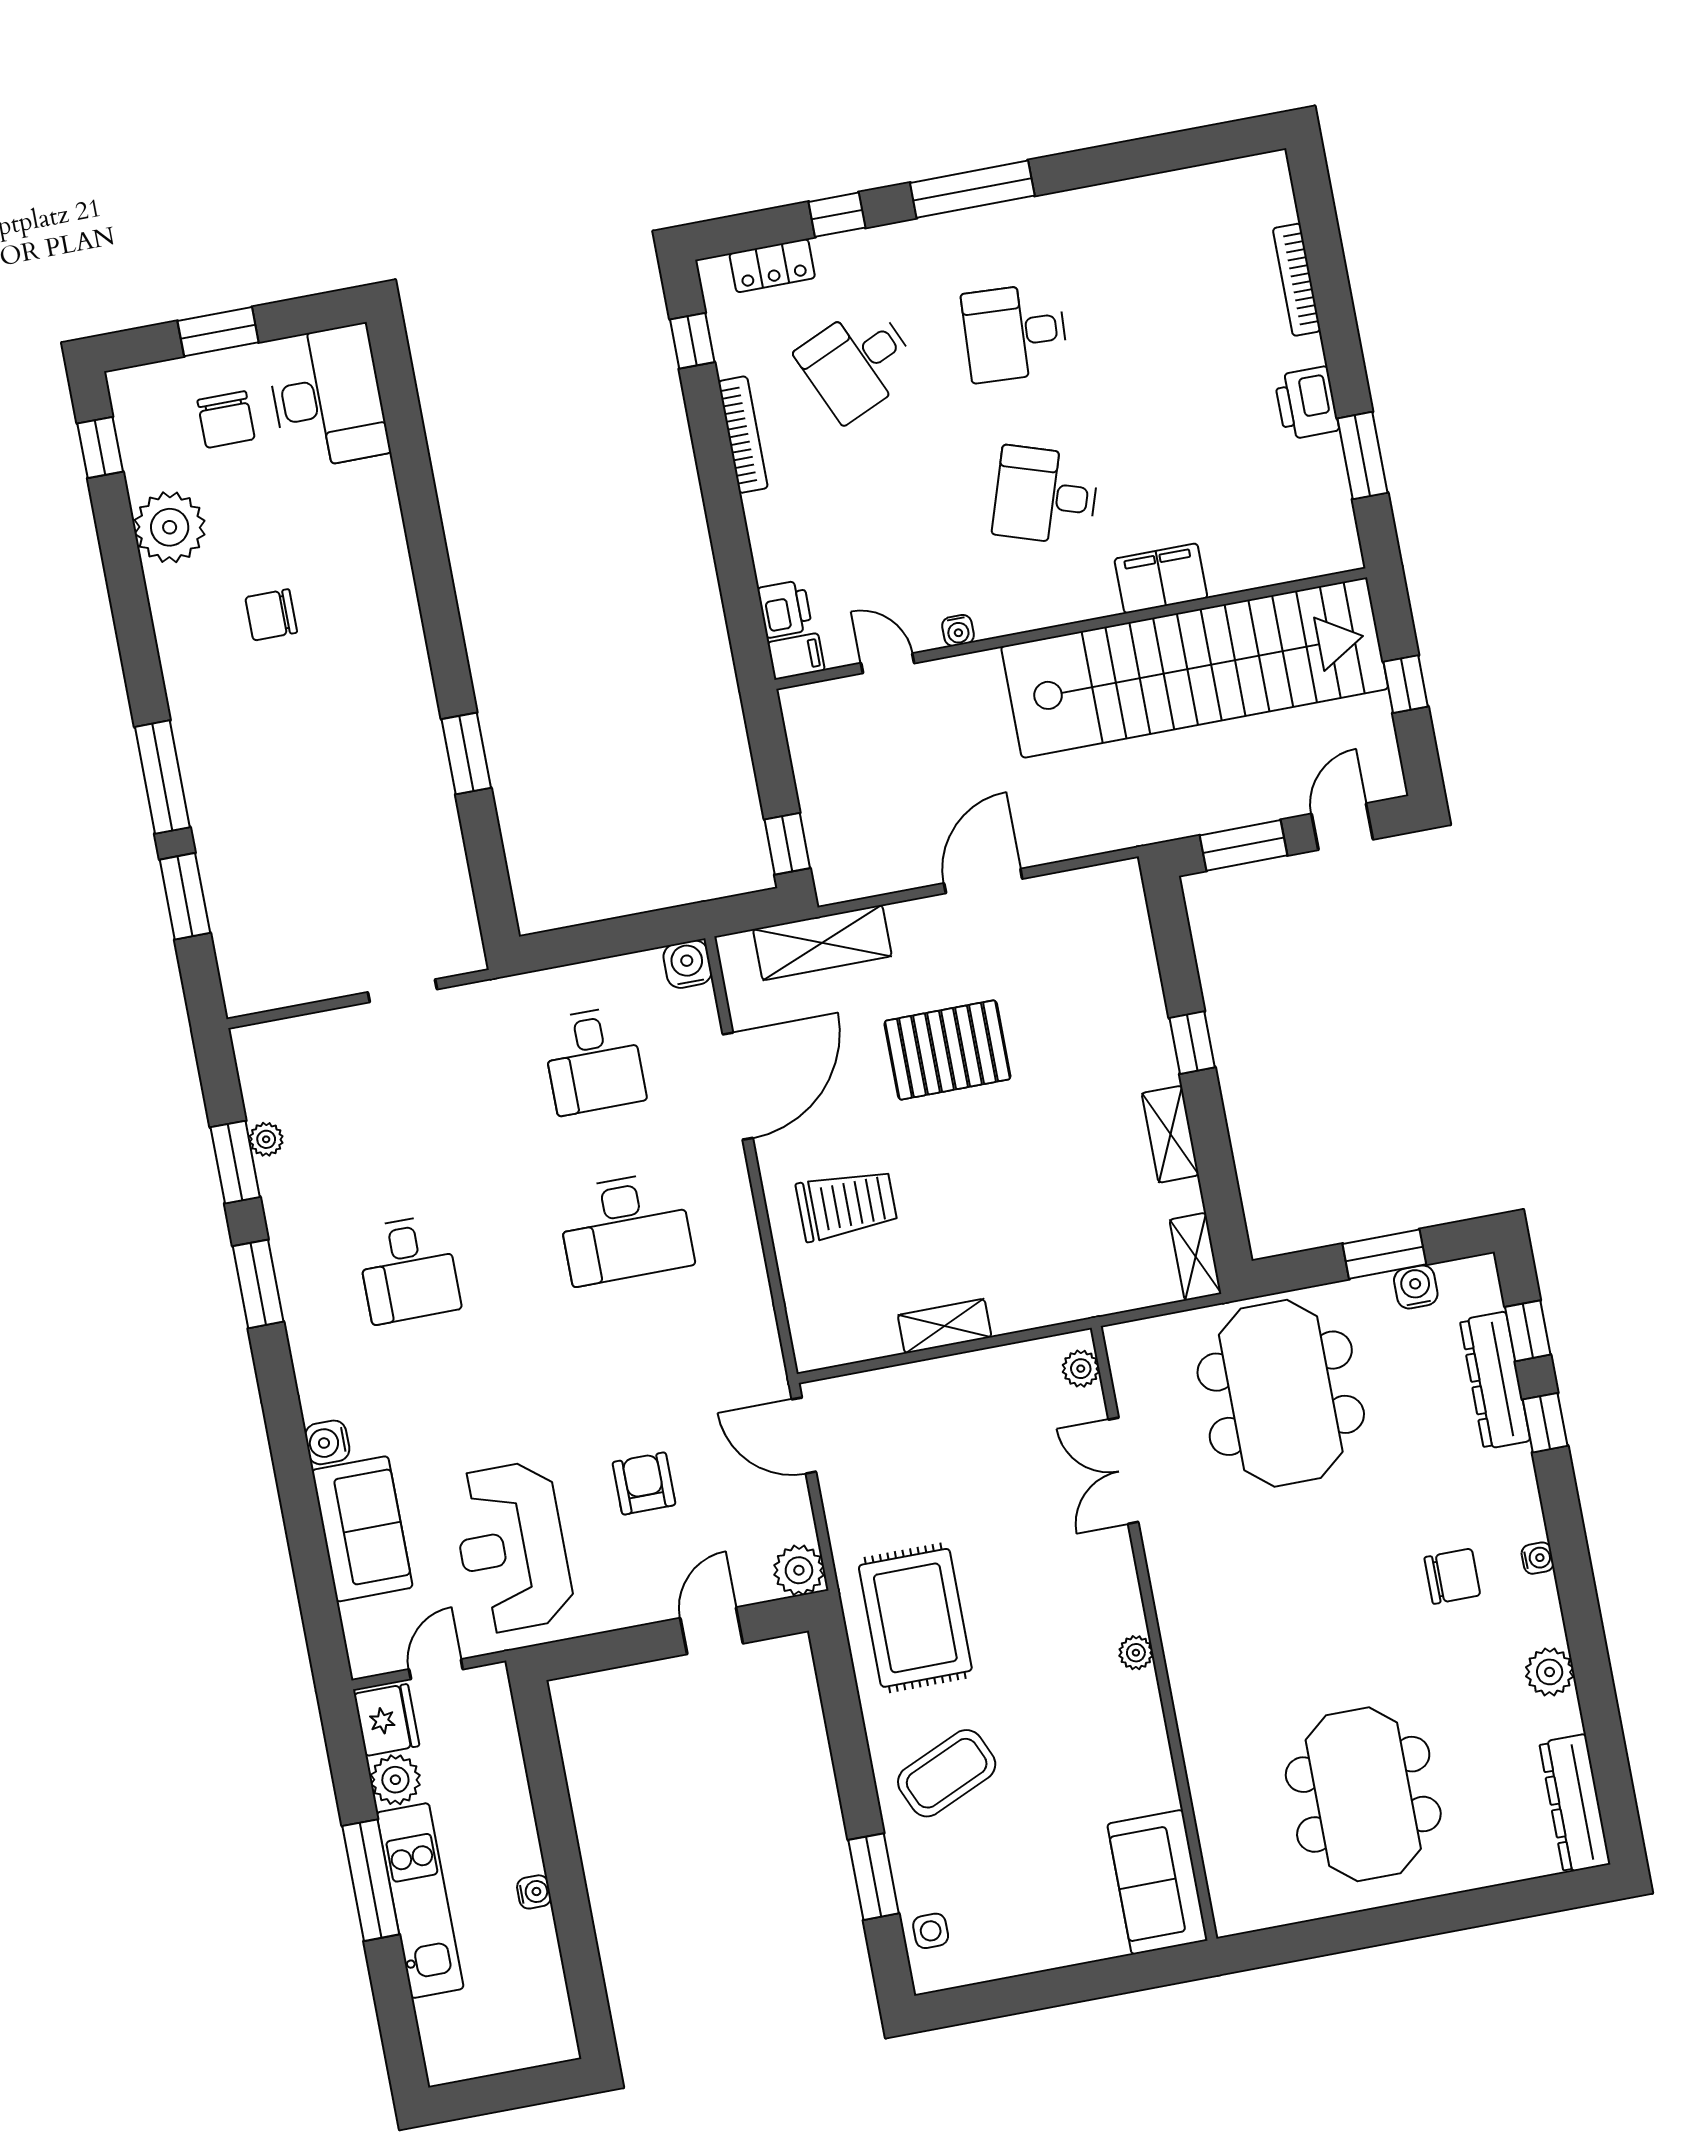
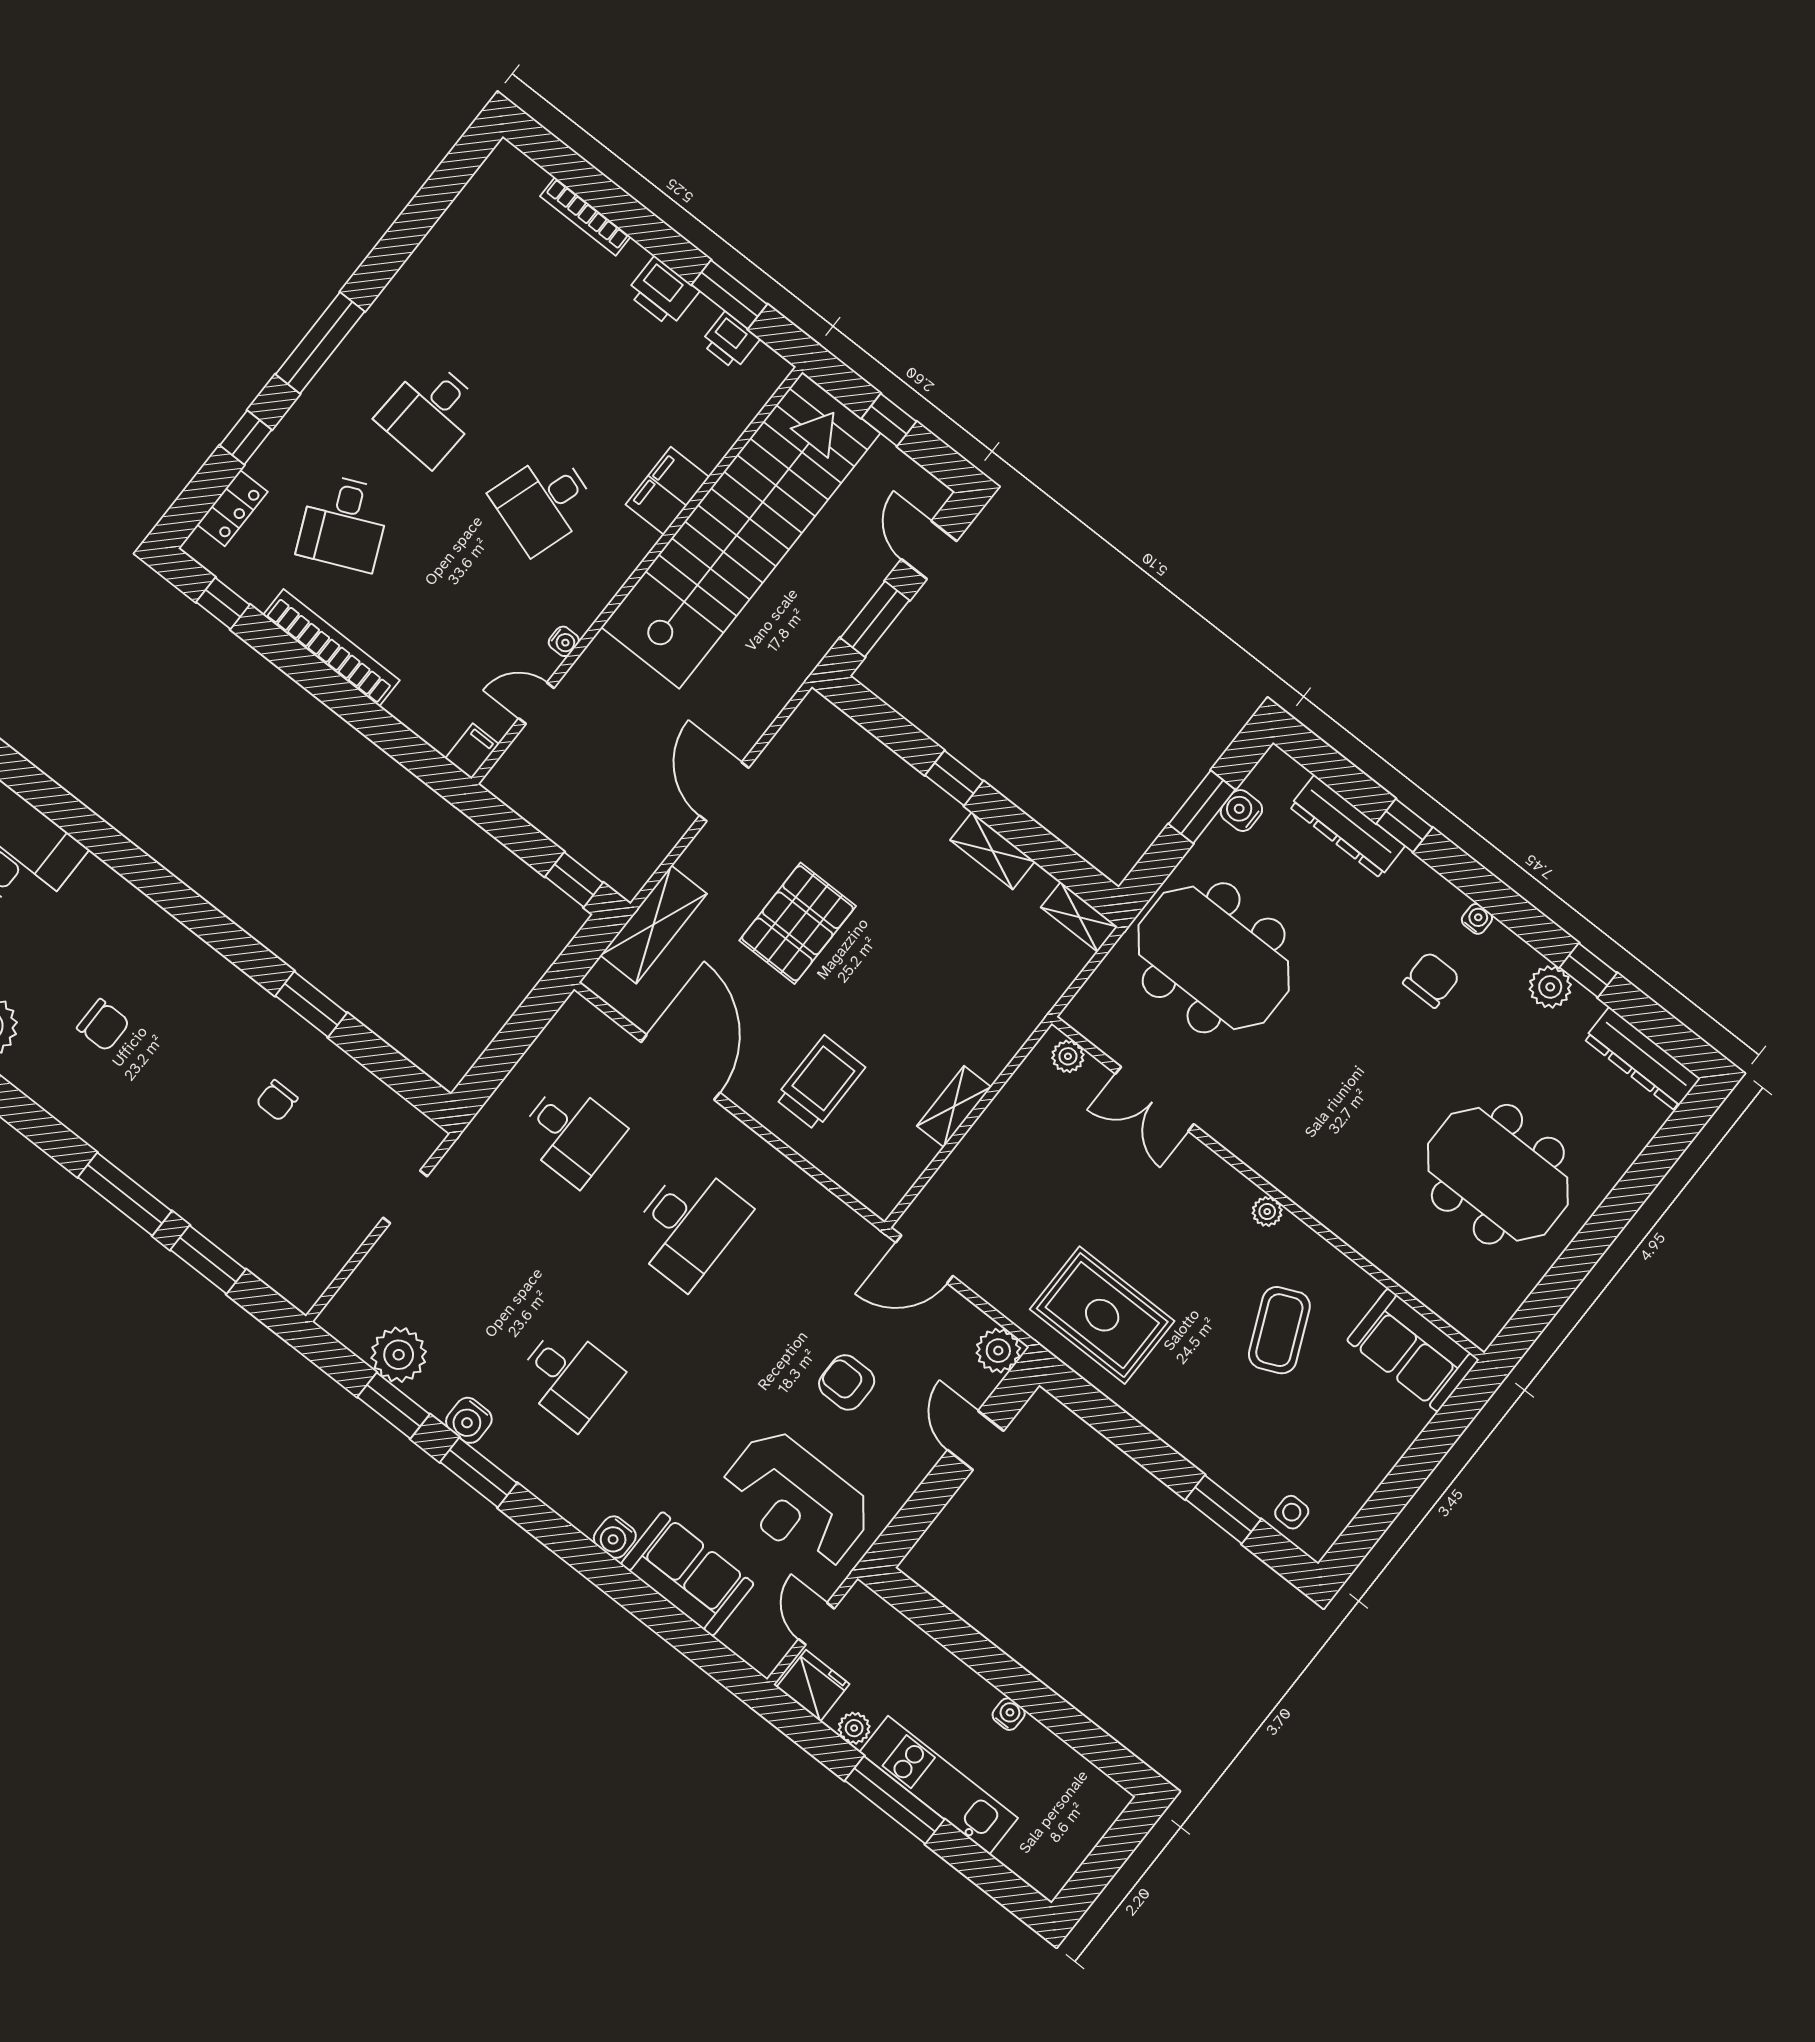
bookcase: (743, 435) -> (331, 648), width x1.48, depth x1.31
printer: (785, 609) -> (730, 341), moved, turned 180
chair: (271, 615) -> (103, 1025), turned -90
chair: (364, 811) -> (277, 1100), added
water cooler: (687, 964) -> (469, 1420), moved, turned -90
plant: (266, 1139) -> (399, 1355), width x1.88, depth x1.88
window: (1528, 1331) -> (1588, 970), moved
coffee table: (947, 1773) -> (1279, 1330), moved
plant: (395, 1780) -> (854, 1728), width x0.73, depth x0.73

